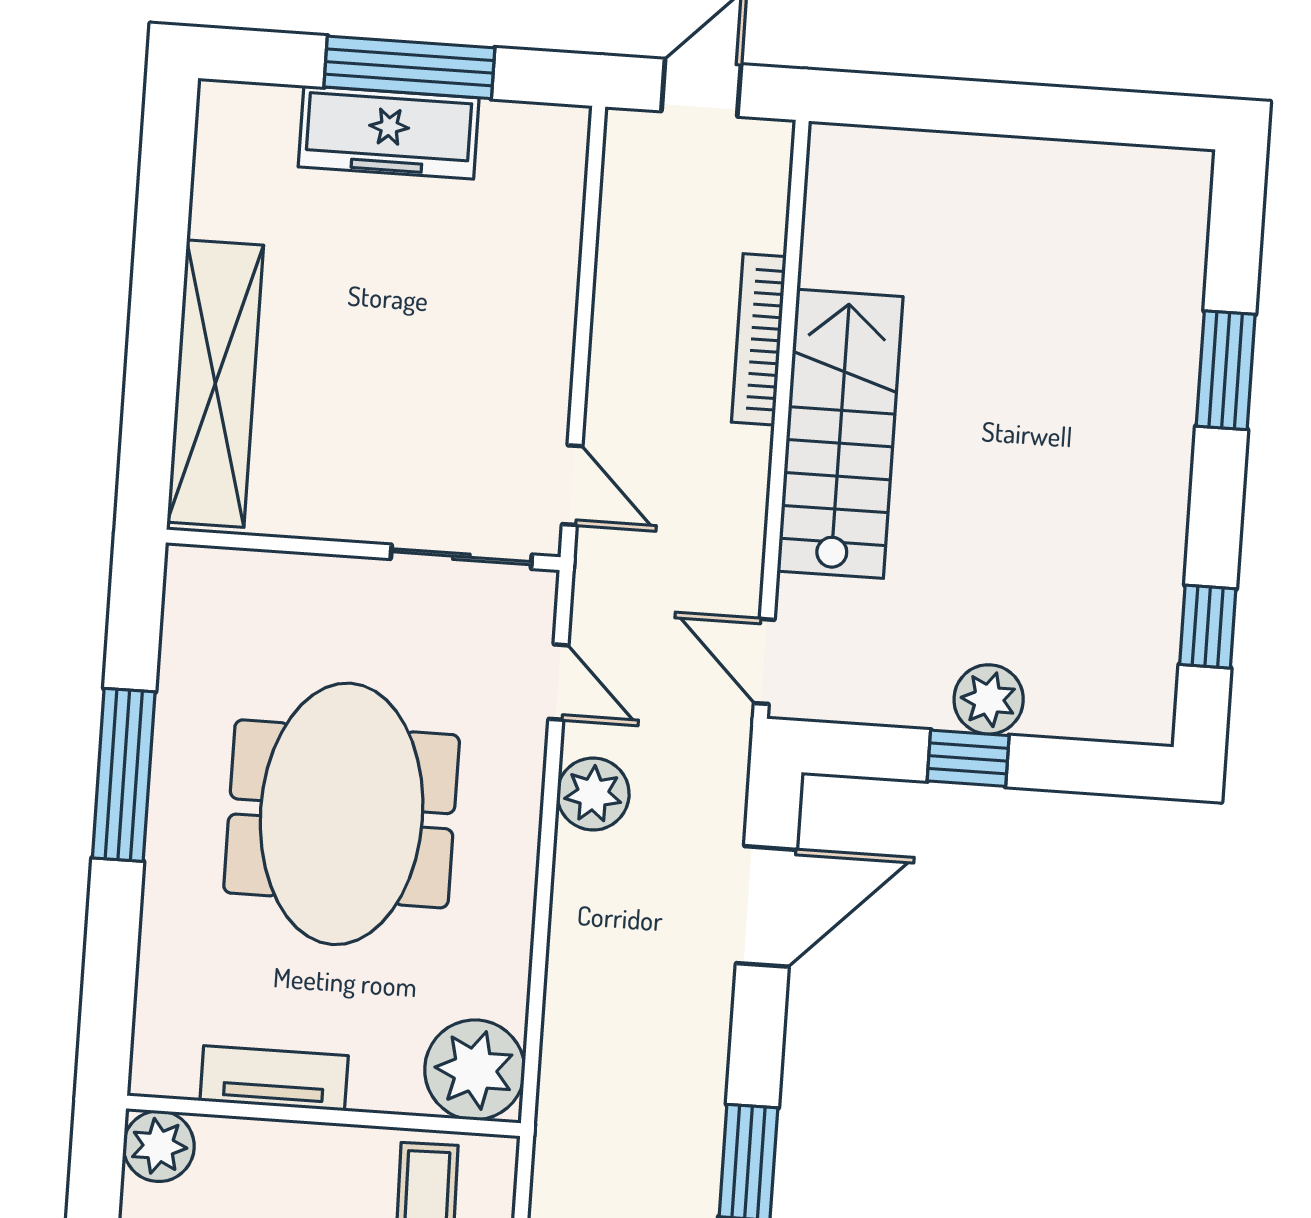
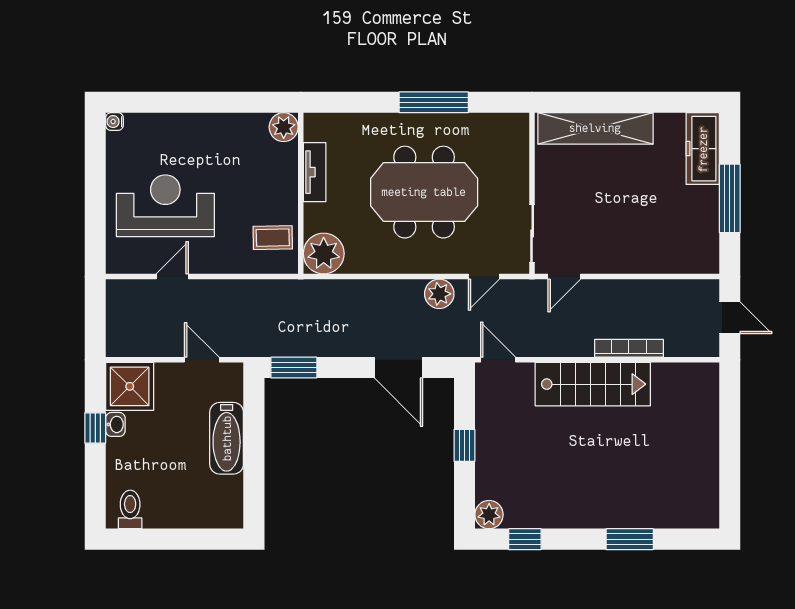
freezer: (389, 132) -> (703, 149), moved
door: (764, 661) -> (498, 360), hinge flipped
plant: (989, 699) -> (489, 515), moved

